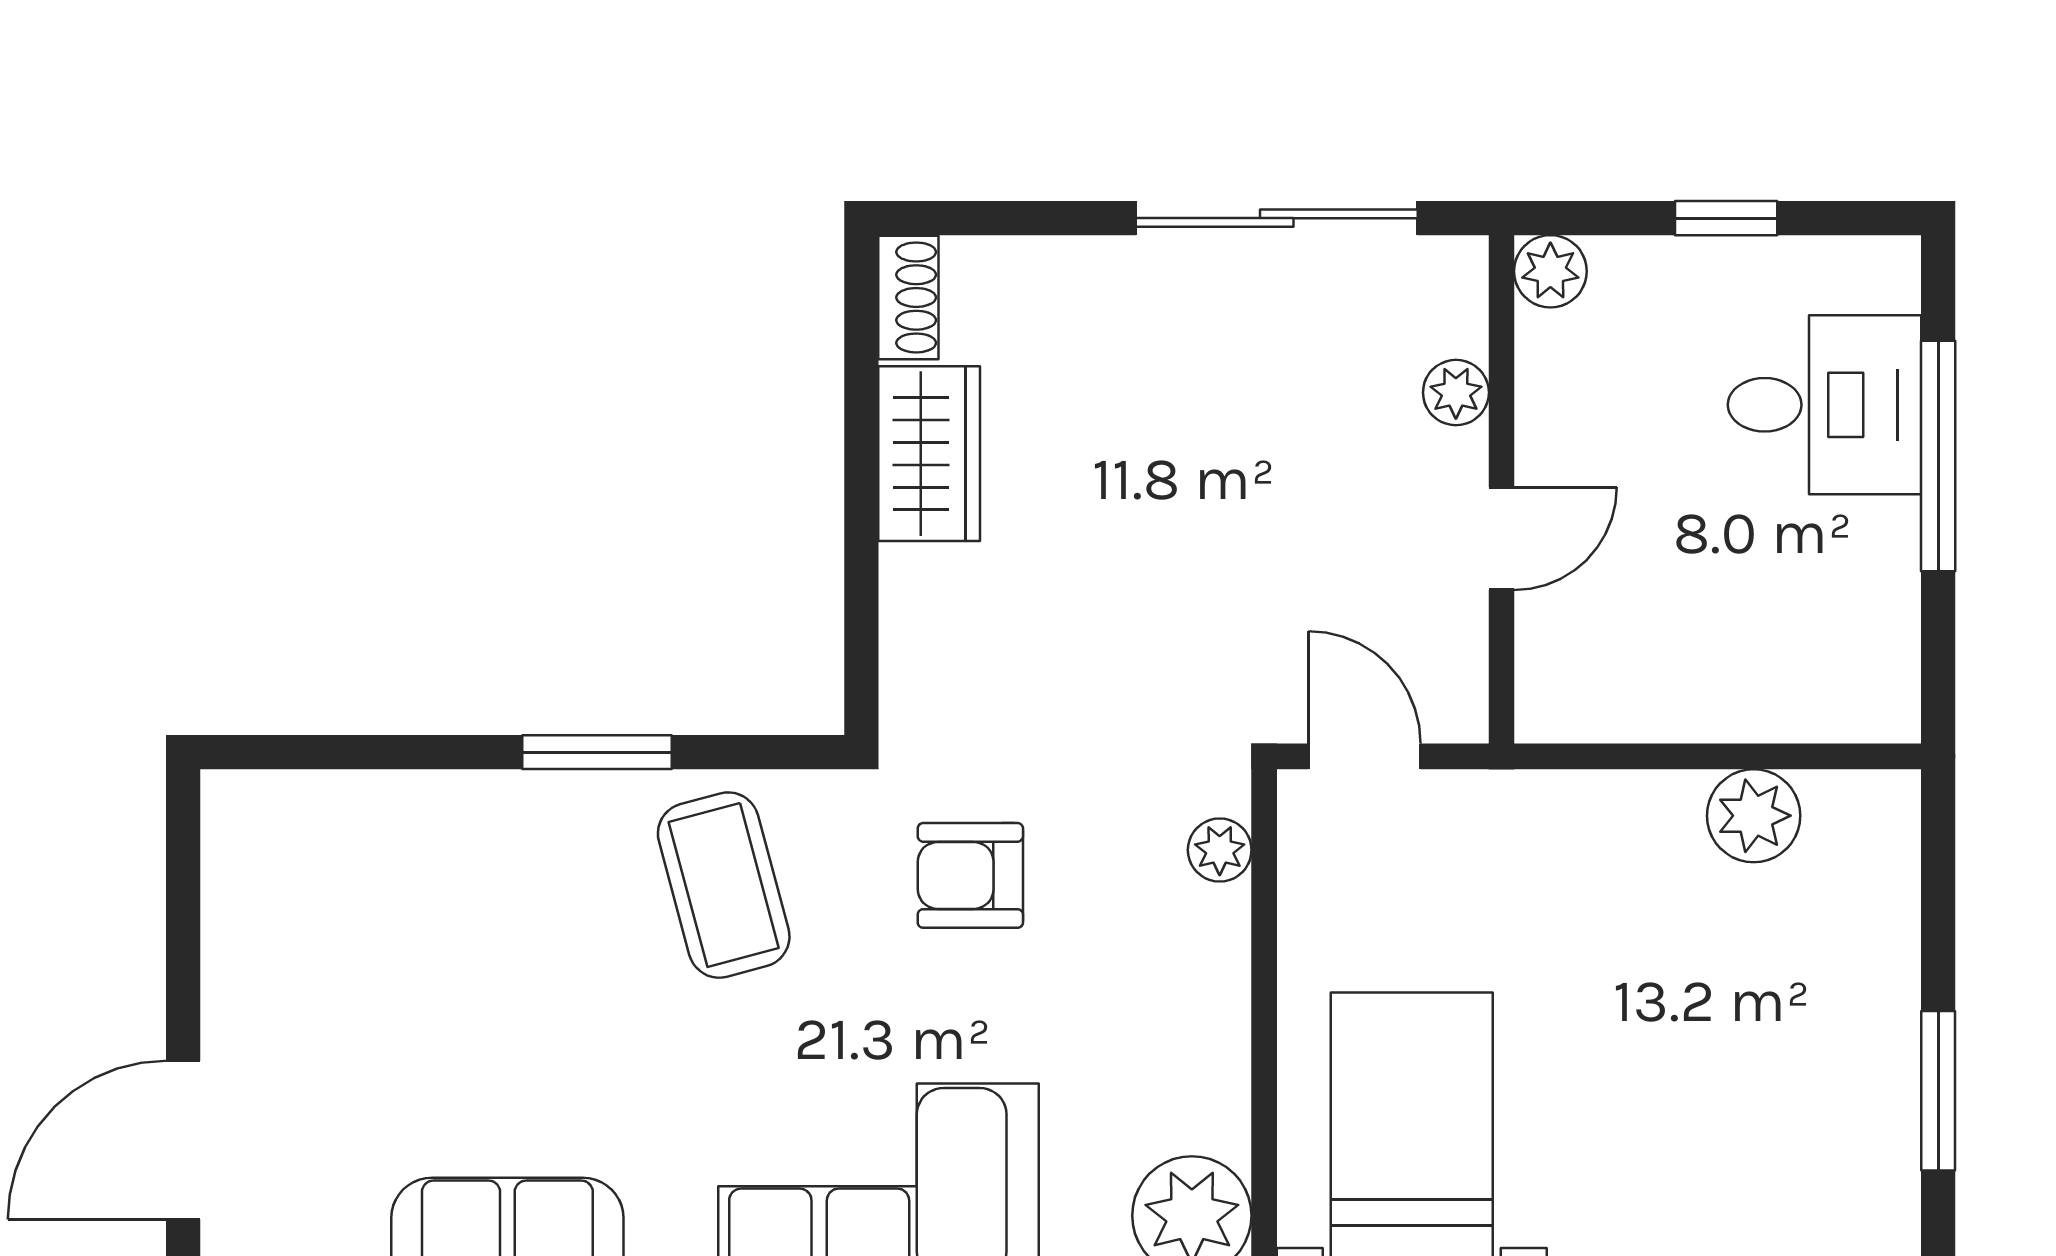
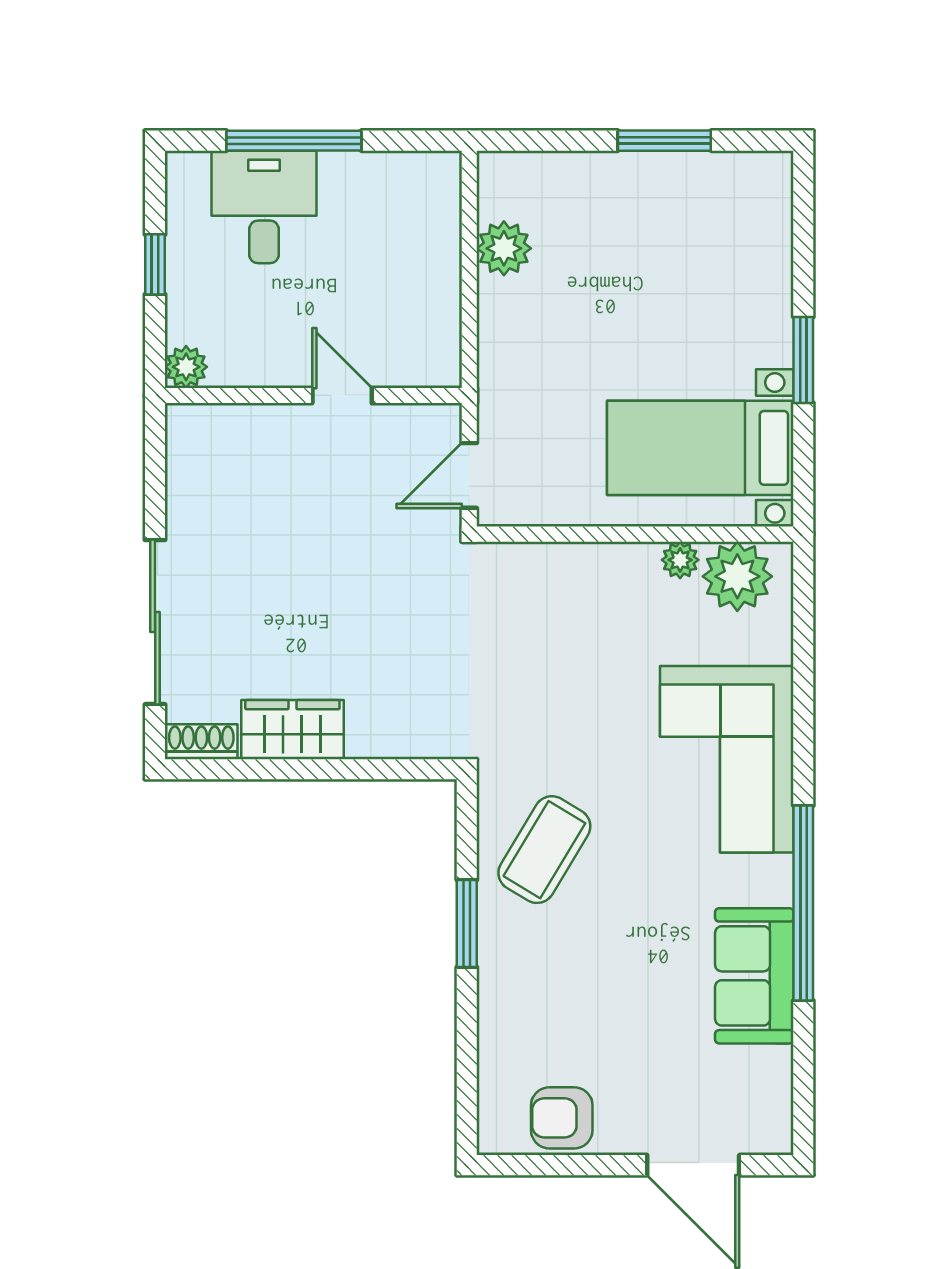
sliding door: (1277, 218) -> (155, 622), moved
plant: (1456, 393) -> (257, 422), removed
plant: (1220, 850) -> (680, 560), moved
armchair: (970, 875) -> (562, 1118), moved, turned 90
coffee table: (724, 885) -> (544, 850), turned -44

